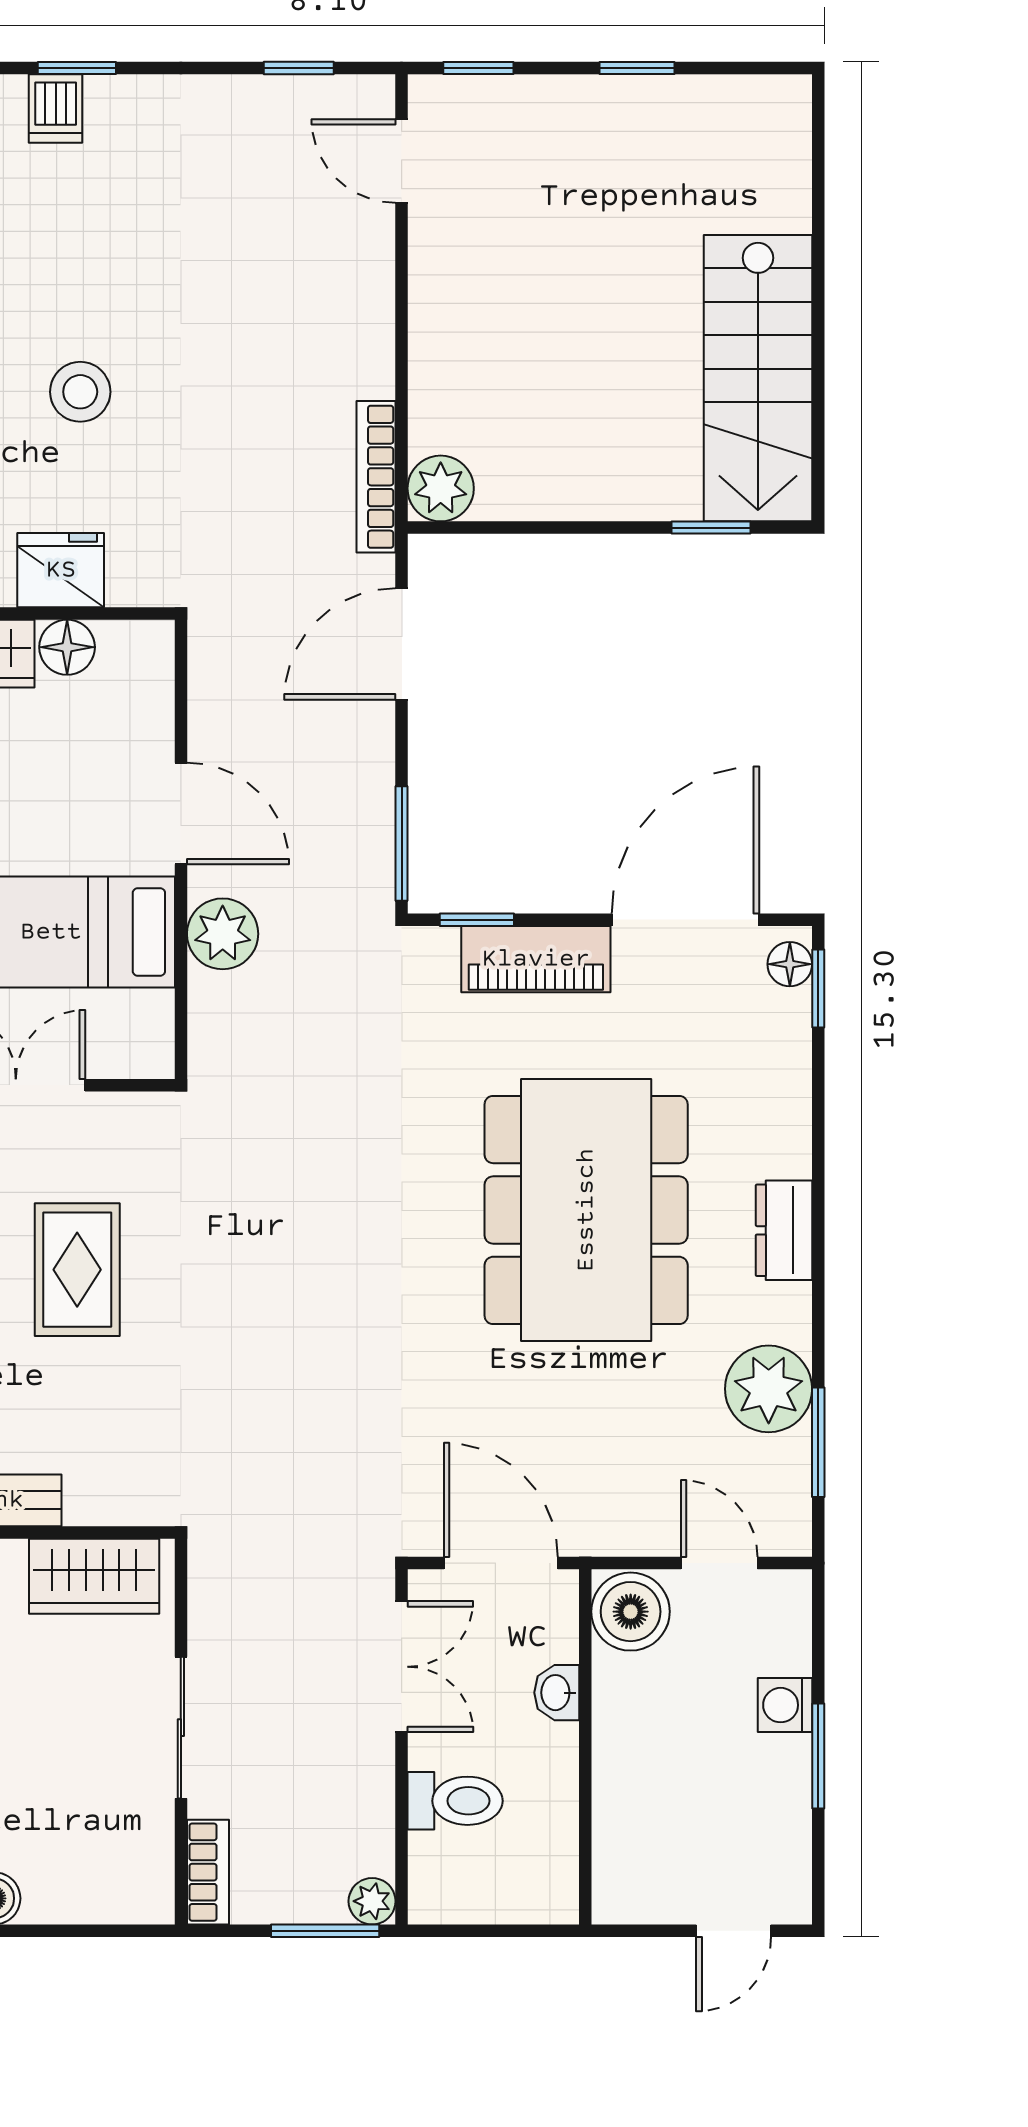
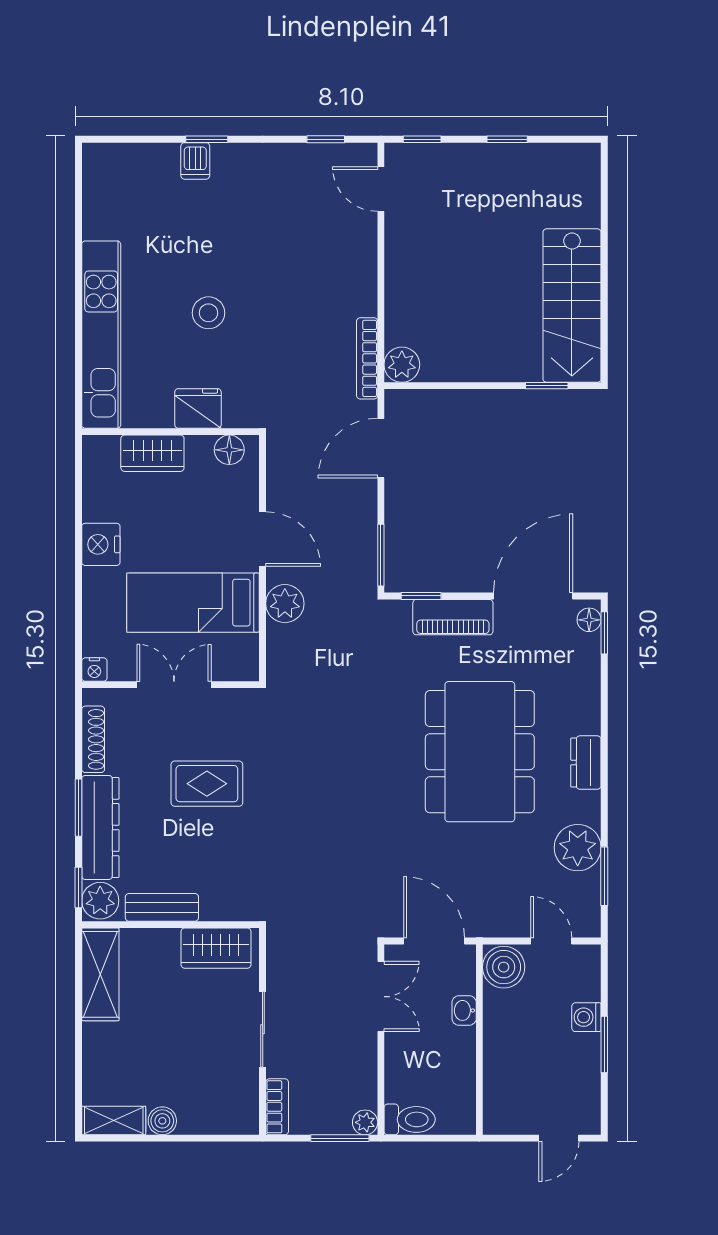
floor lamp: (67, 647) -> (229, 450), moved
rug: (77, 1270) -> (207, 784), turned 90
toilet: (455, 1801) -> (410, 1119), moved

